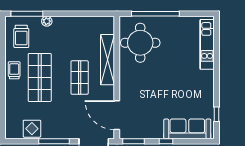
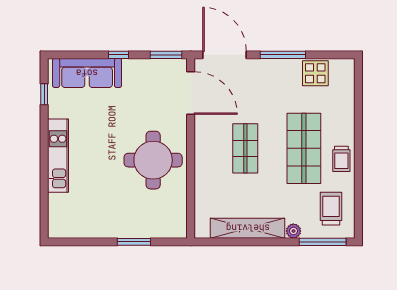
window: (155, 14) -> (134, 242), width x0.47
round table: (140, 43) -> (153, 160), moved
kitchen unit: (207, 44) -> (58, 156), moved
shelving: (107, 60) -> (248, 228), moved, turned 90

